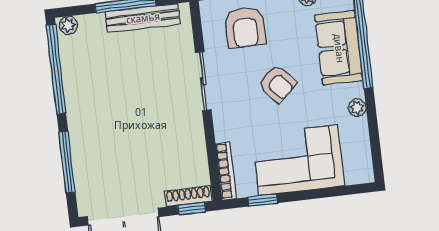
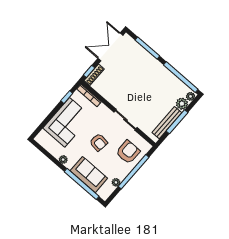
plant: (92, 26) -> (182, 104), added
armchair: (245, 27) -> (128, 152), turned 90
armchair: (278, 84) -> (99, 142), turned -130

